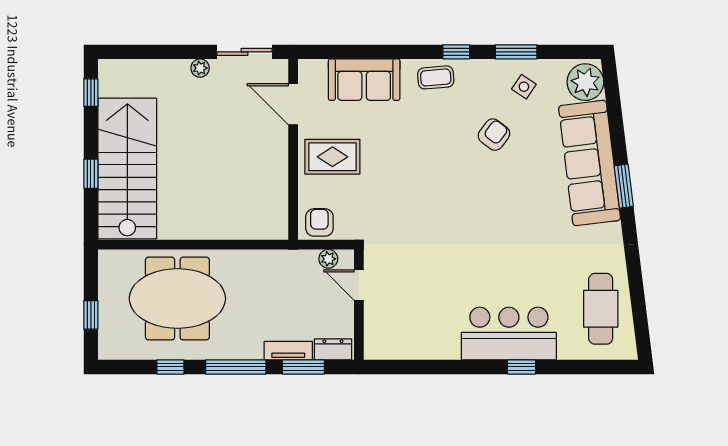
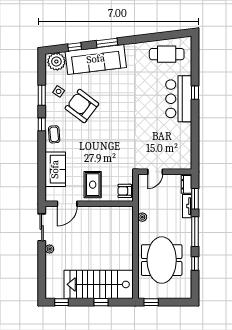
window: (616, 119) -> (75, 47), added
armchair: (494, 135) -> (82, 106), width x1.88, depth x1.88
plant: (328, 259) -> (142, 217), moved
window: (91, 315) -> (151, 302), moved

